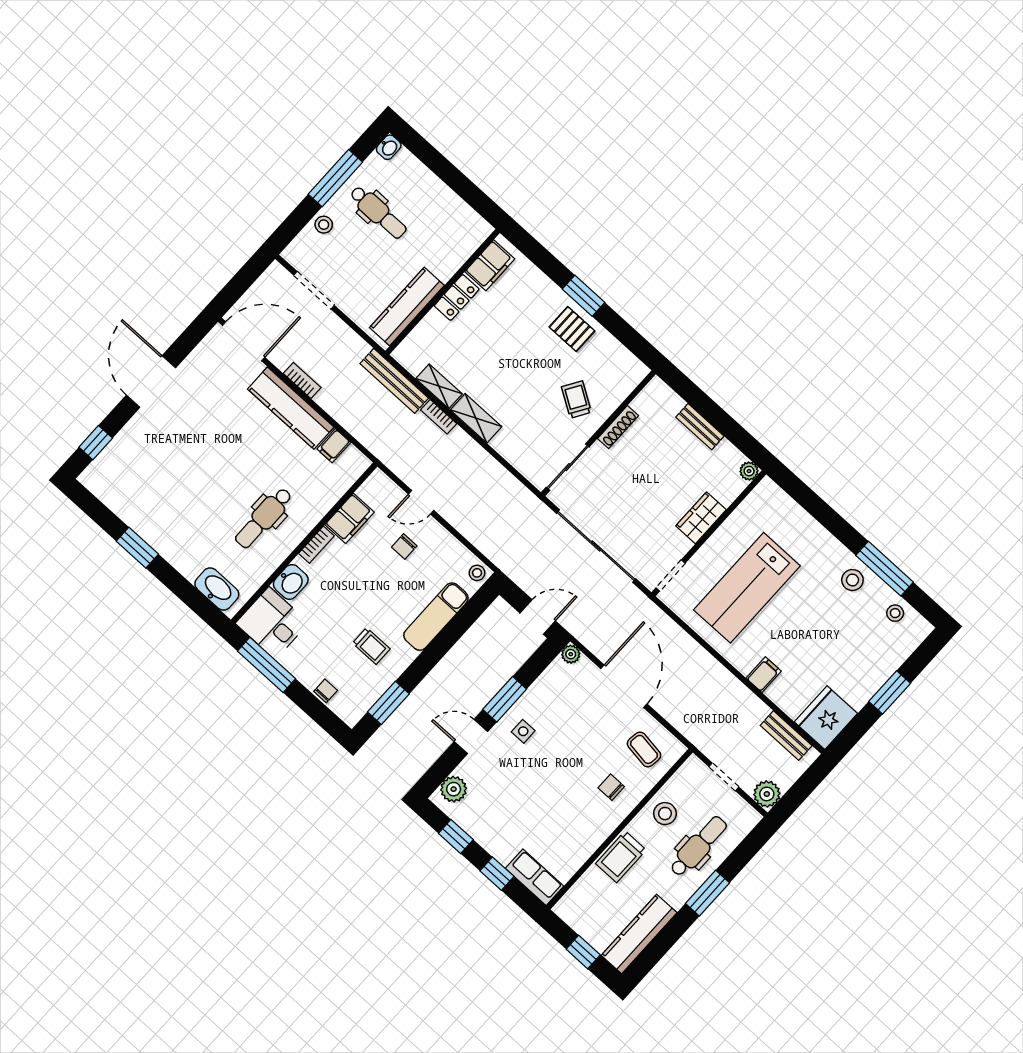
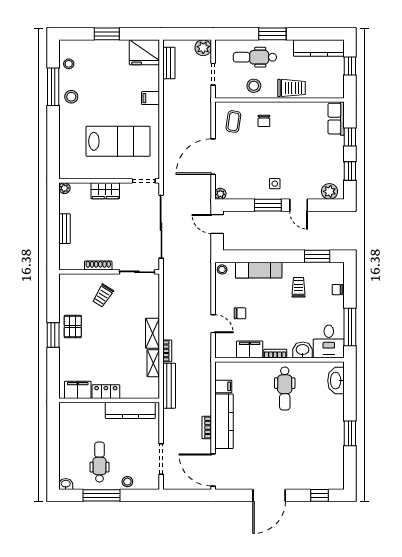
dental chair: (264, 518) -> (285, 389), turned 90

